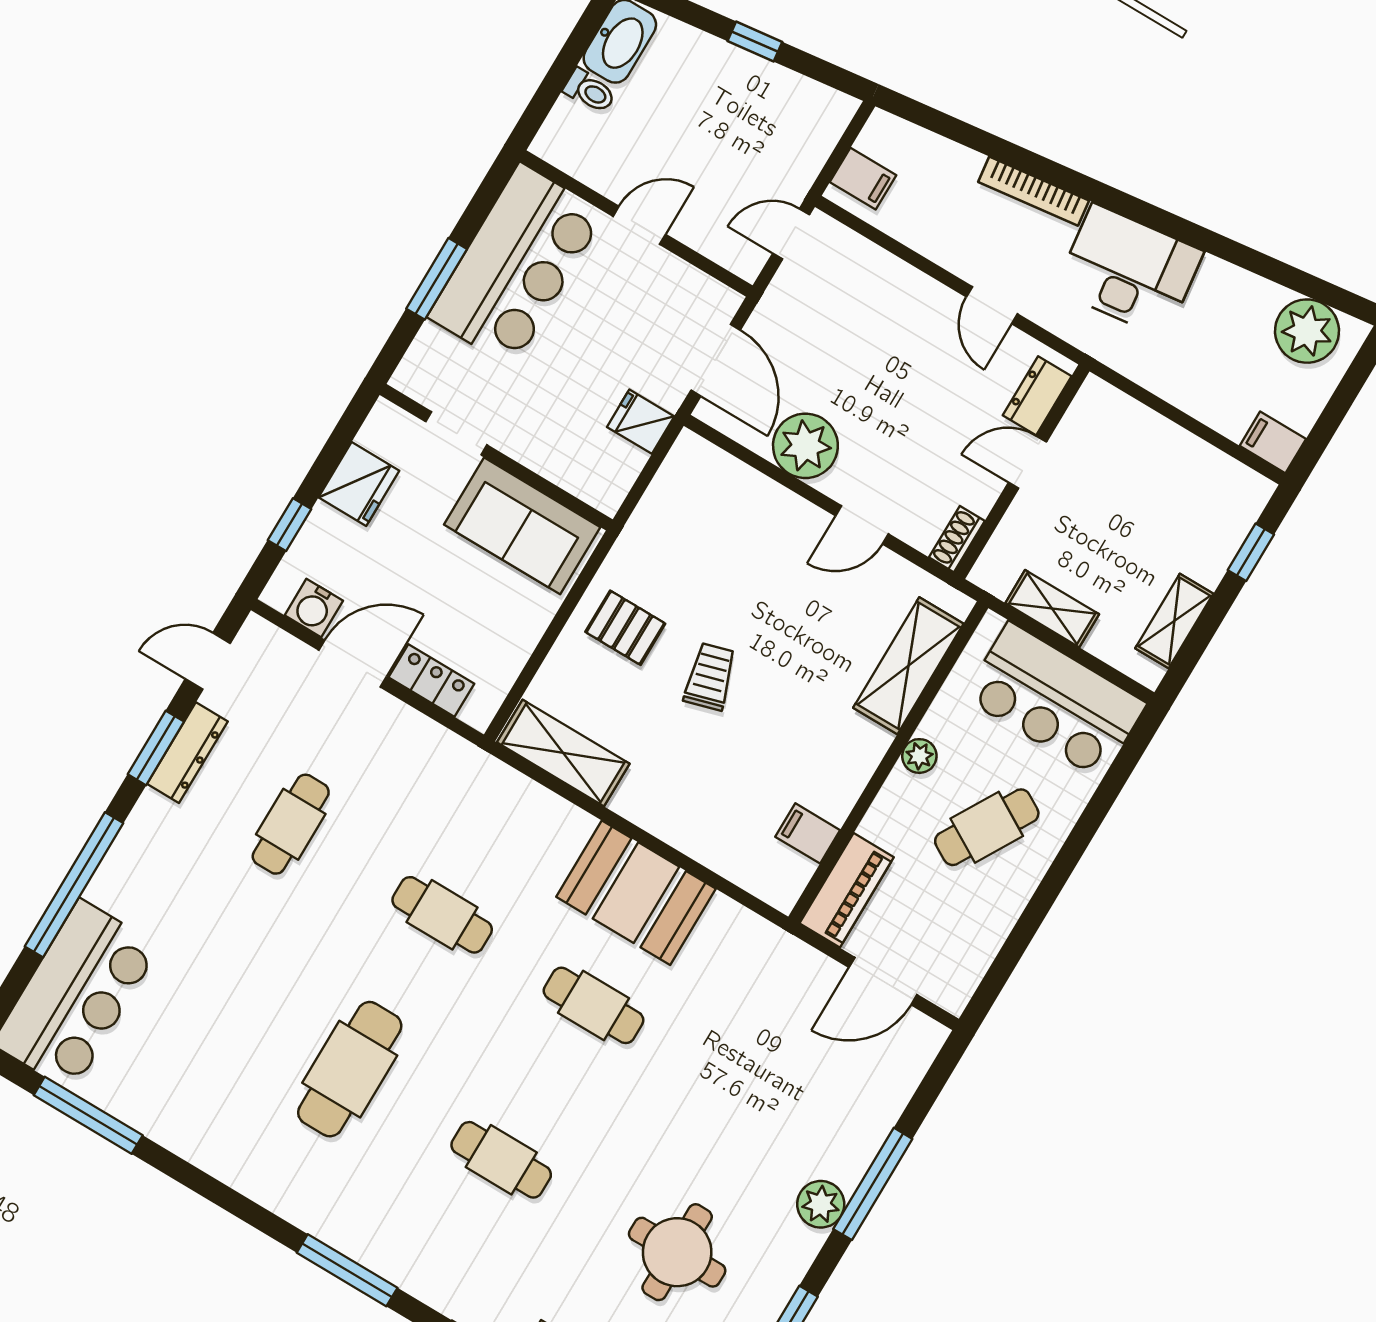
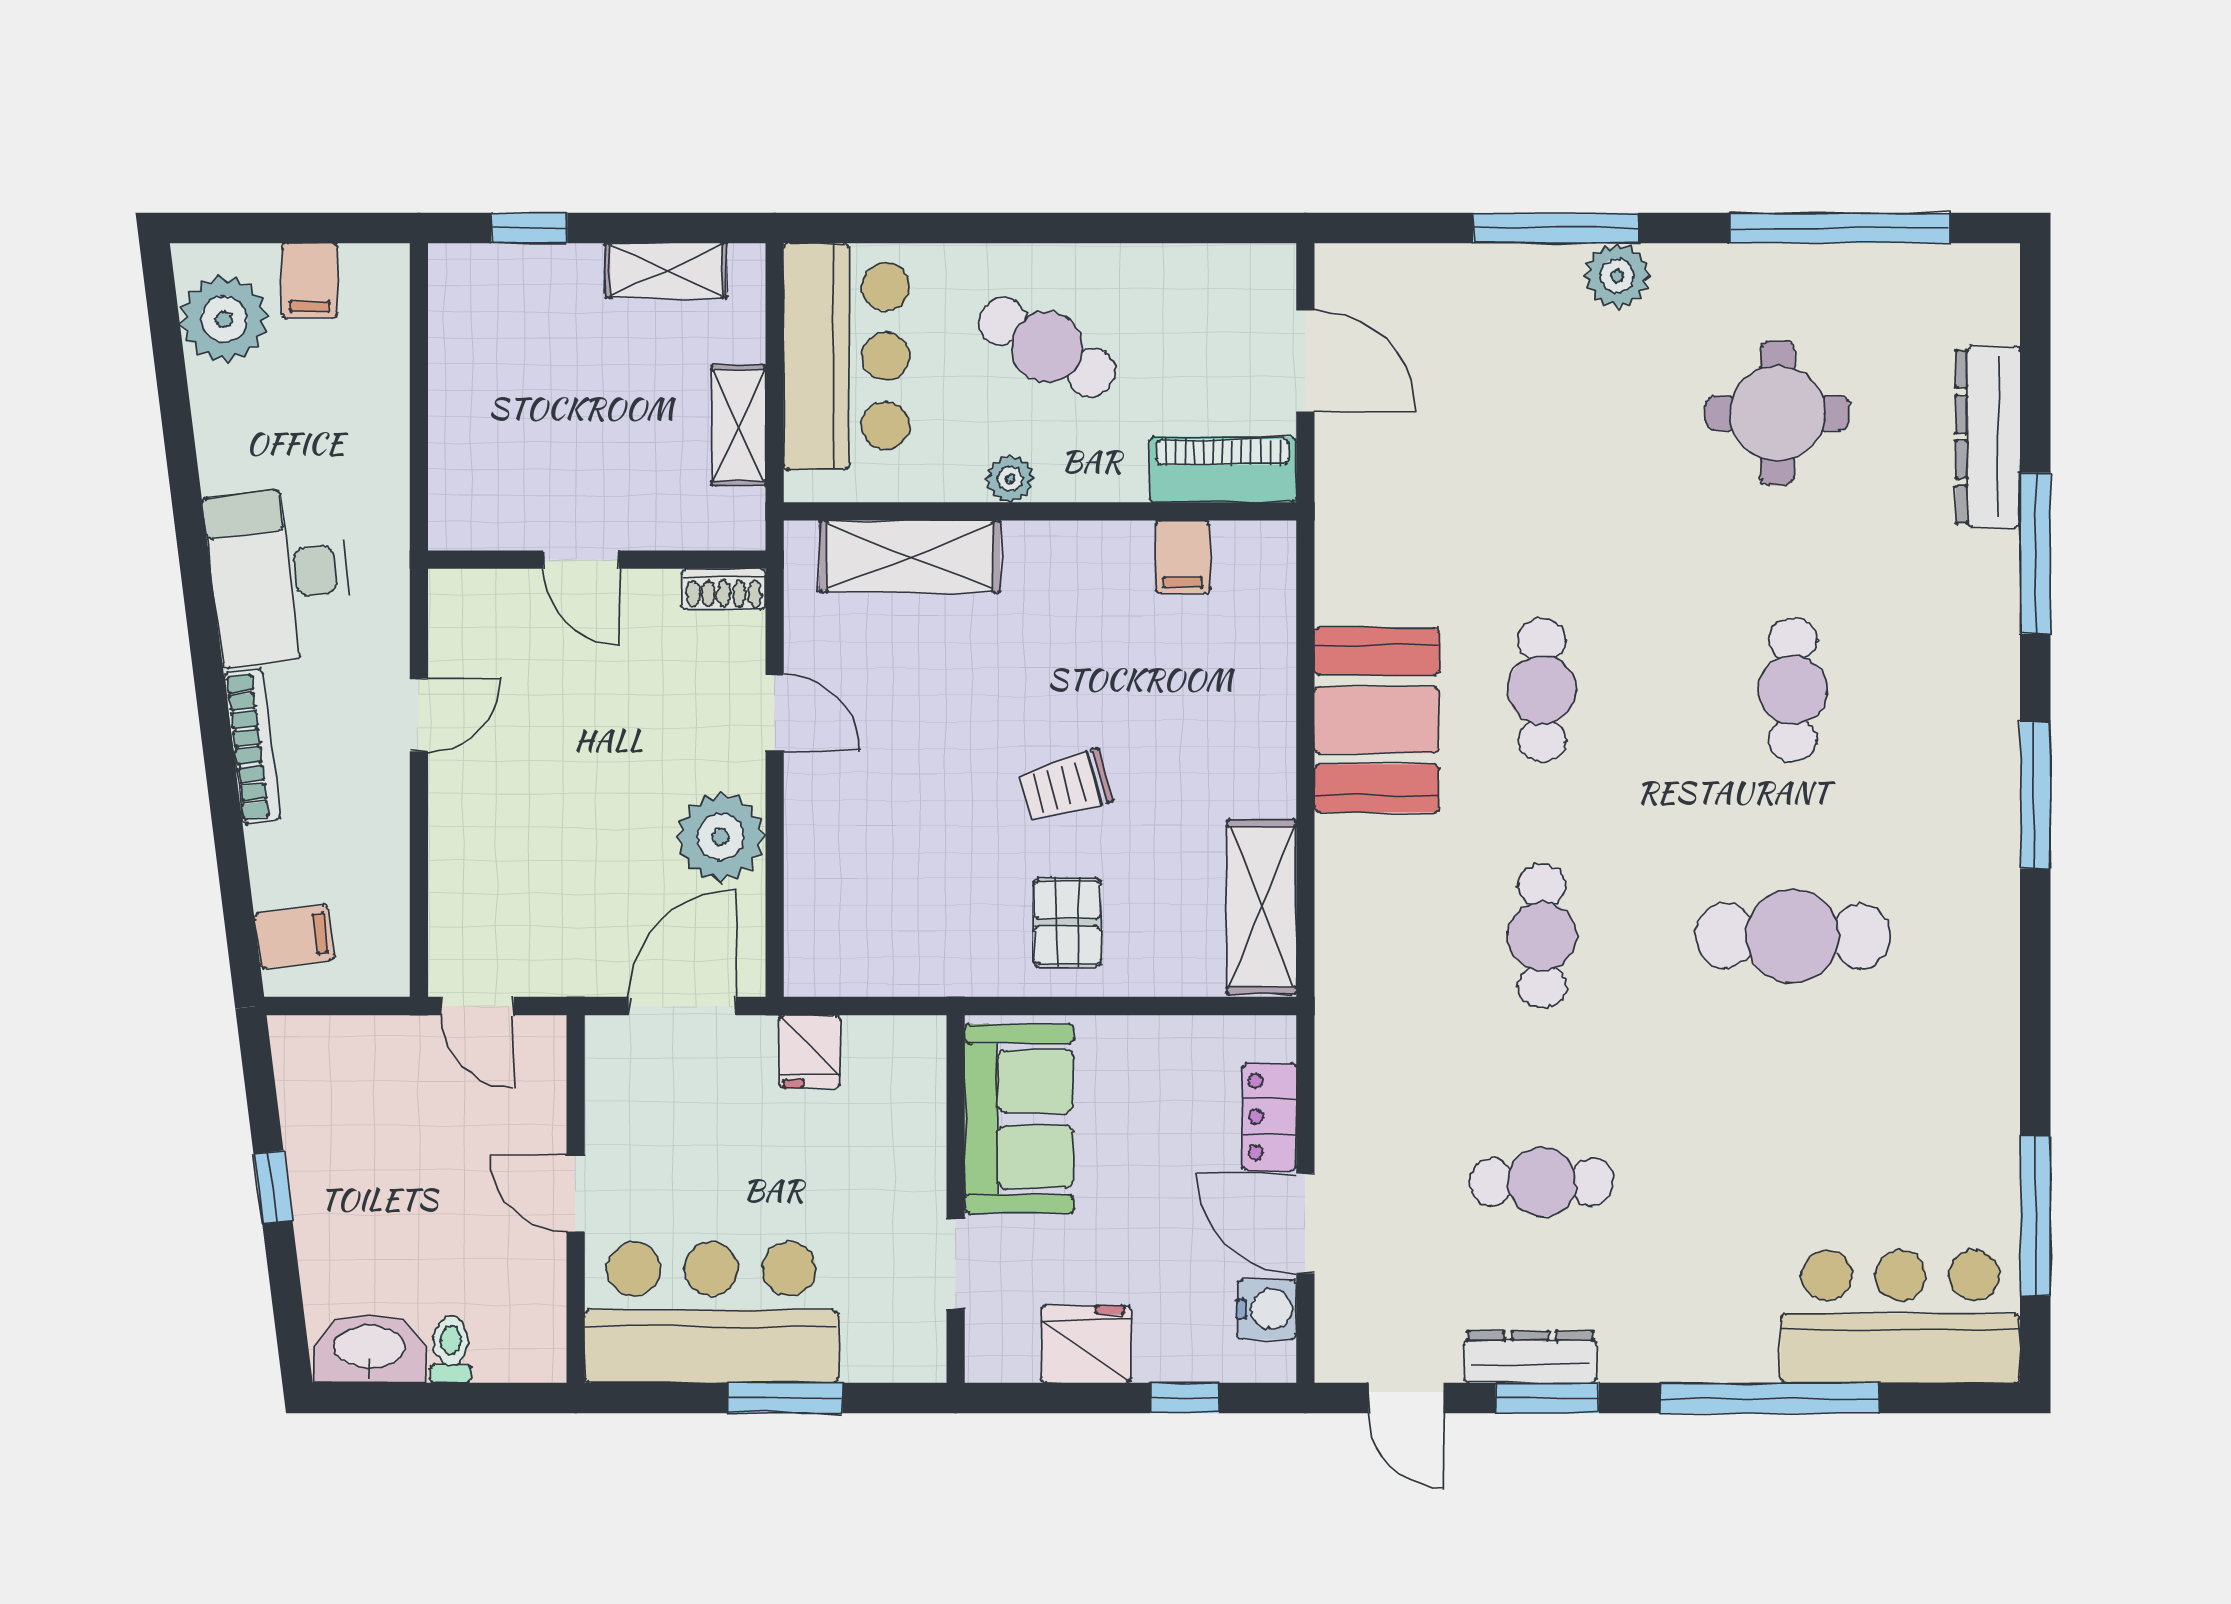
filing cabinet: (863, 179) -> (294, 937), moved, turned 83
dresser: (1037, 396) -> (495, 596), removed
filing cabinet: (1273, 442) -> (310, 280), moved

